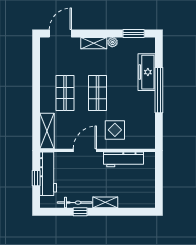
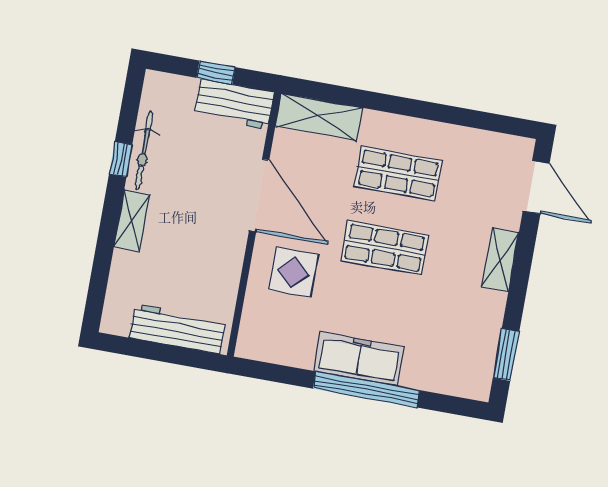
plant: (112, 42) -> (495, 303), removed
freezer: (147, 72) -> (359, 359), moved
door: (85, 150) -> (259, 195), width x1.36
workbench: (123, 159) -> (178, 329), moved, turned 90
workbench: (48, 174) -> (234, 104), width x0.73

